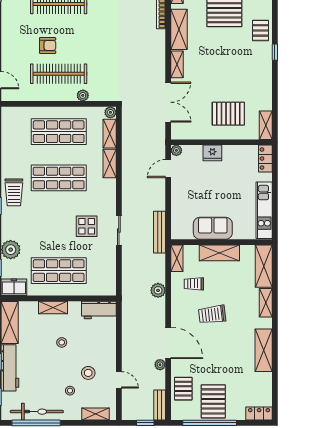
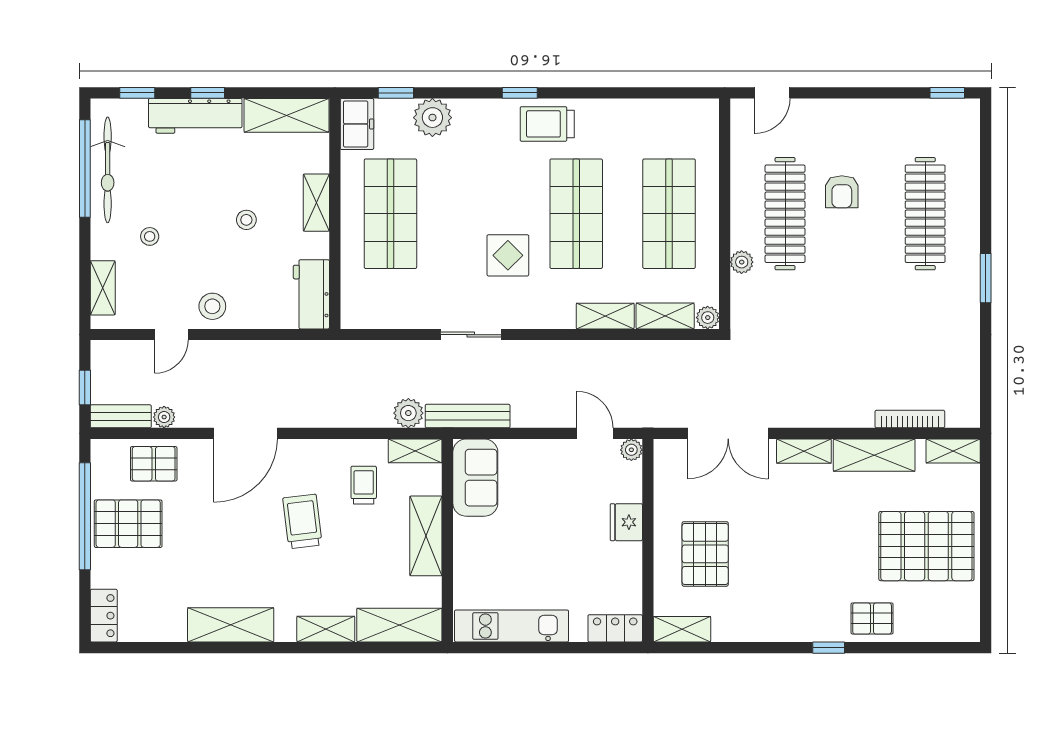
display table: (87, 226) -> (508, 255), moved
sofa: (213, 228) -> (475, 478), moved
plant: (158, 290) -> (408, 413), moved
plant: (160, 365) -> (164, 417), moved
stool: (88, 373) -> (212, 306), moved

